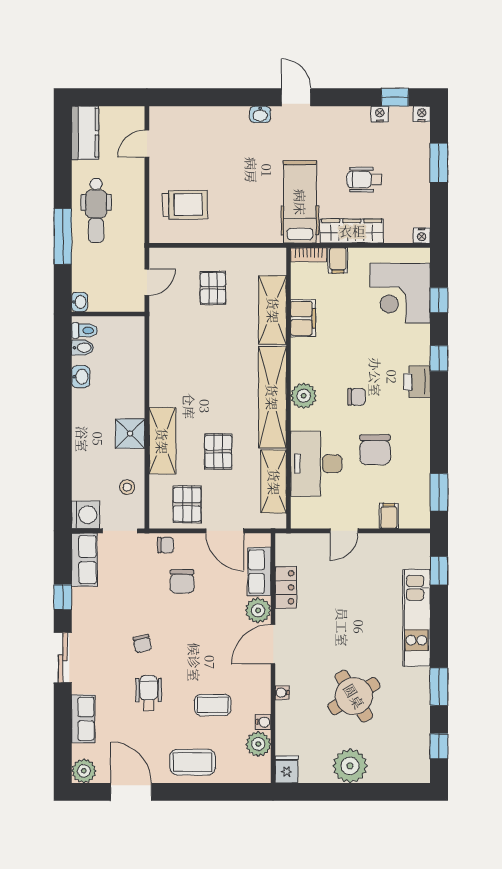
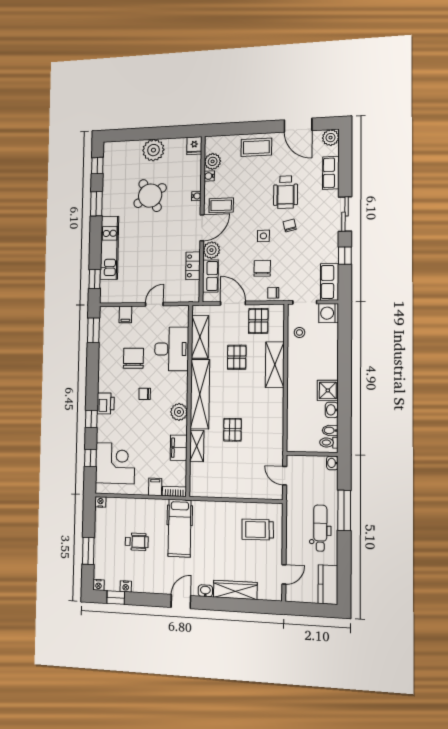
door: (296, 97) -> (181, 602), swing flipped
wardrobe: (352, 231) -> (235, 590), moved, turned 180
door: (147, 282) -> (285, 476), hinge flipped
pallet: (213, 288) -> (232, 430), moved
shelving: (273, 310) -> (197, 446), width x0.67, depth x0.75
plant: (304, 396) -> (179, 412), moved
shower: (130, 434) -> (328, 390), moved
side table: (181, 629) -> (263, 236), added
wheelchair: (149, 693) -> (286, 192), width x1.36, depth x1.37
coffee table: (213, 705) -> (221, 205), moved

